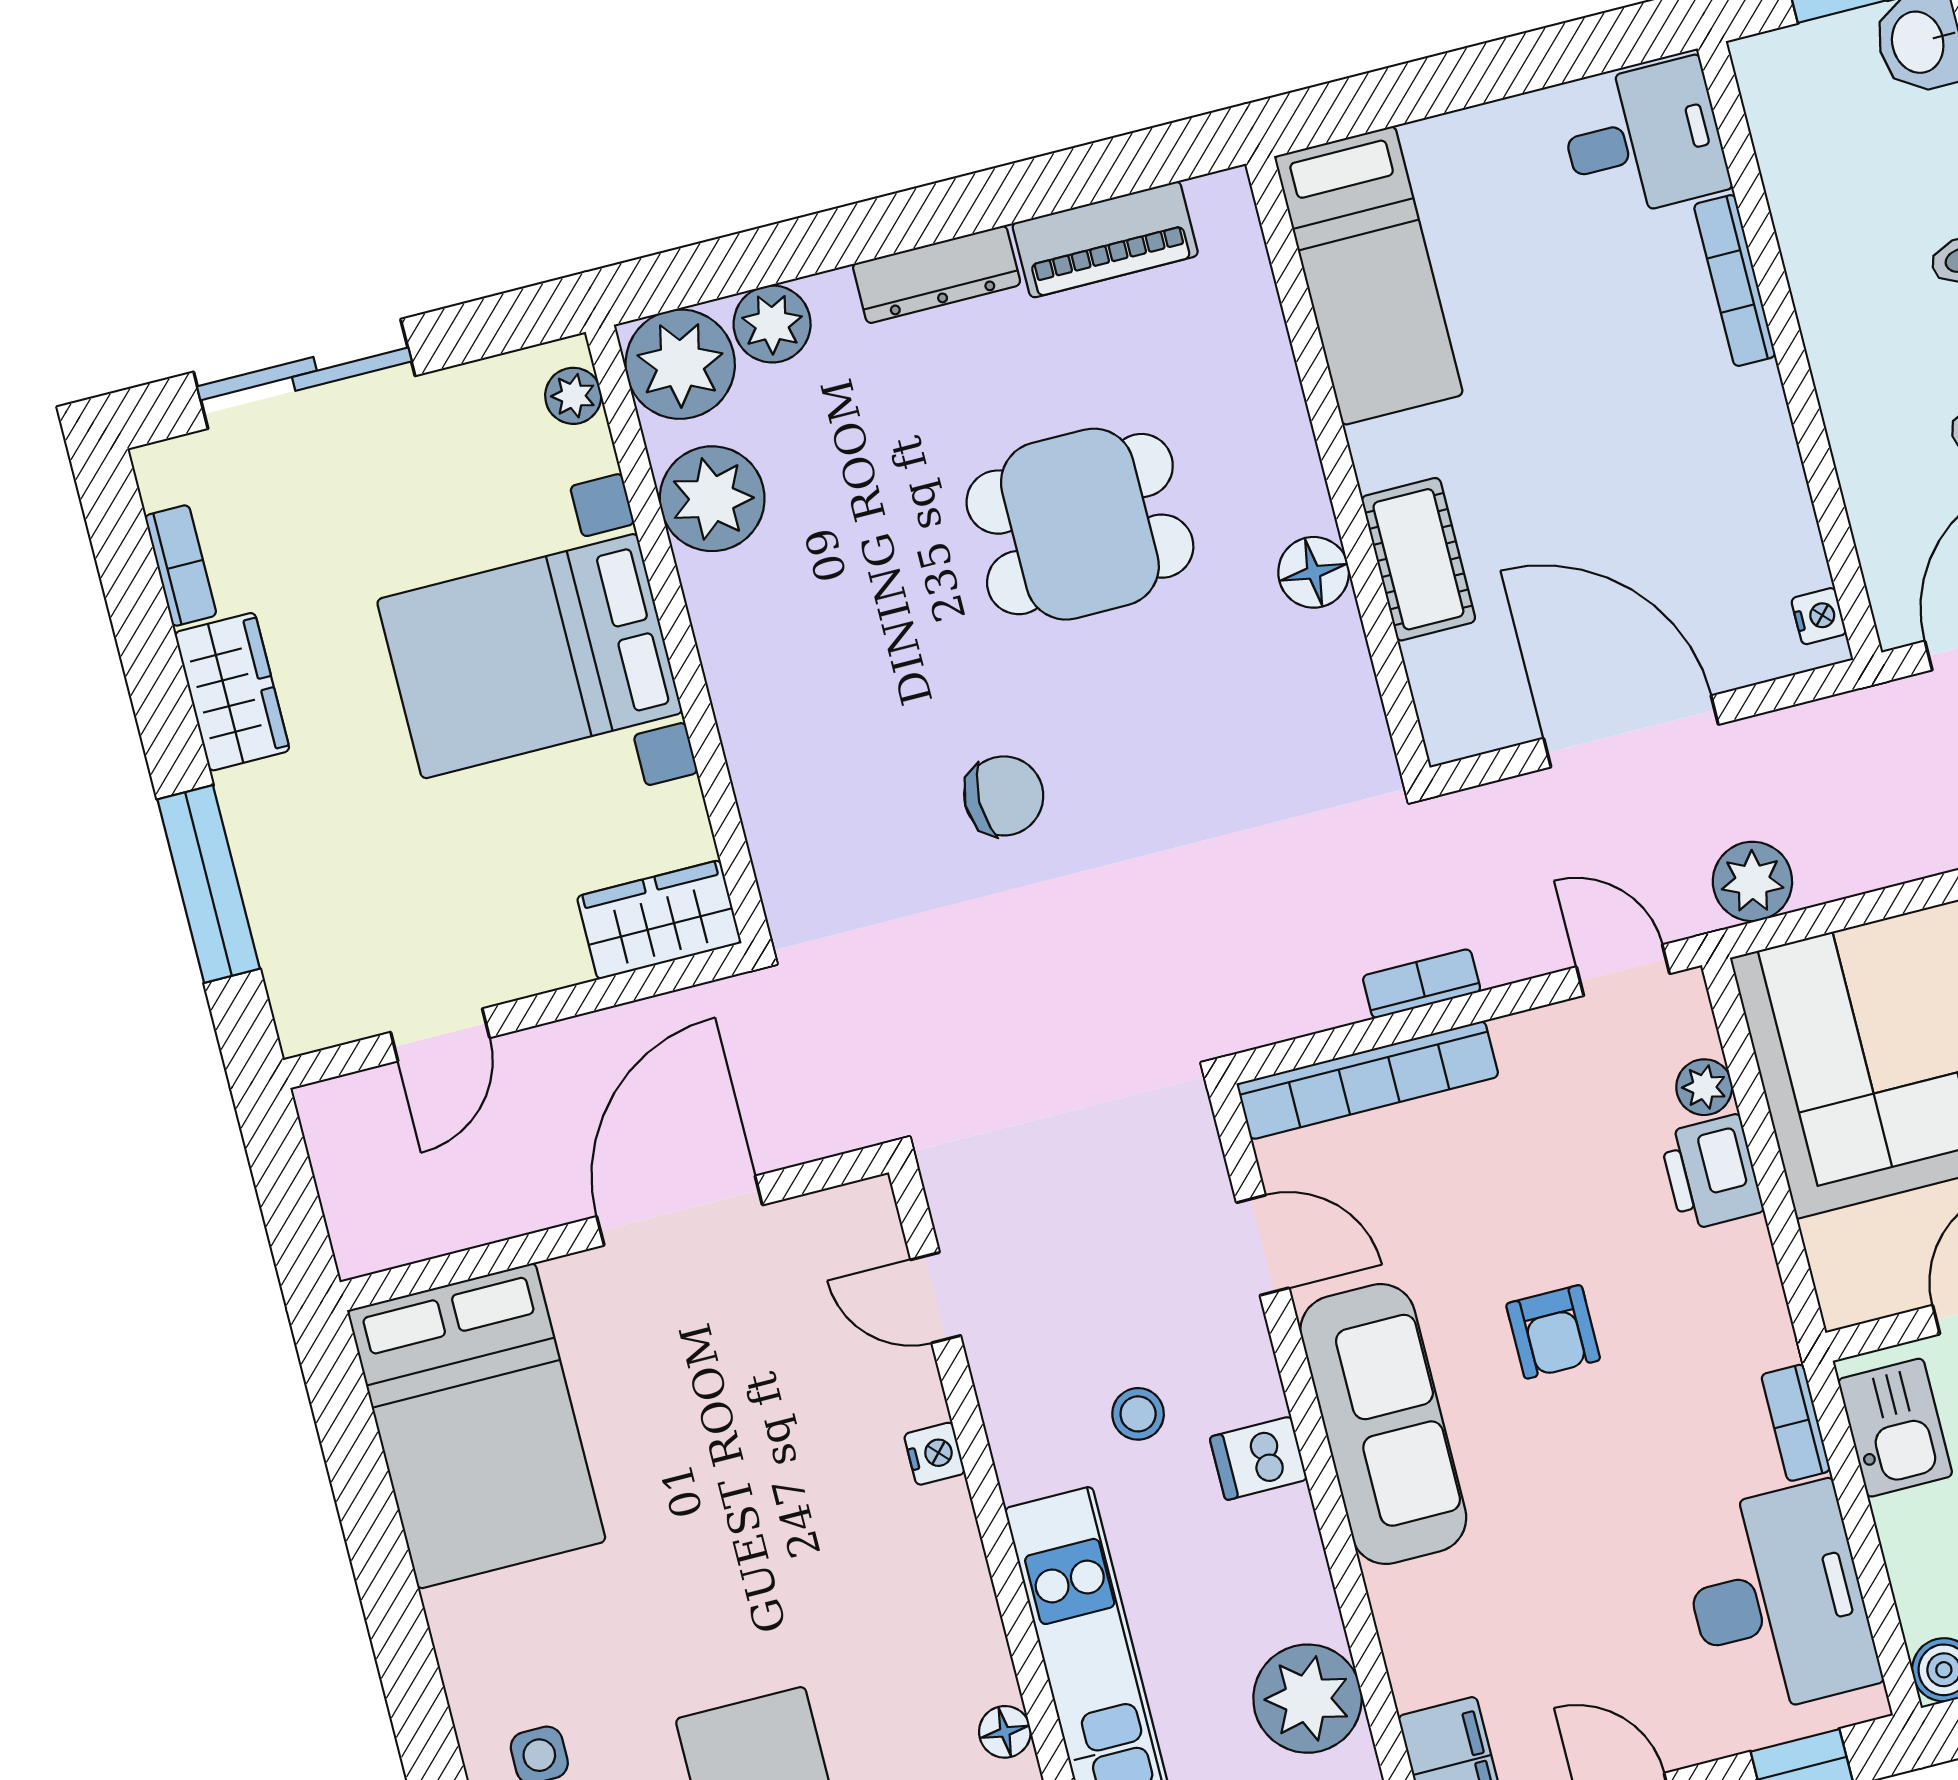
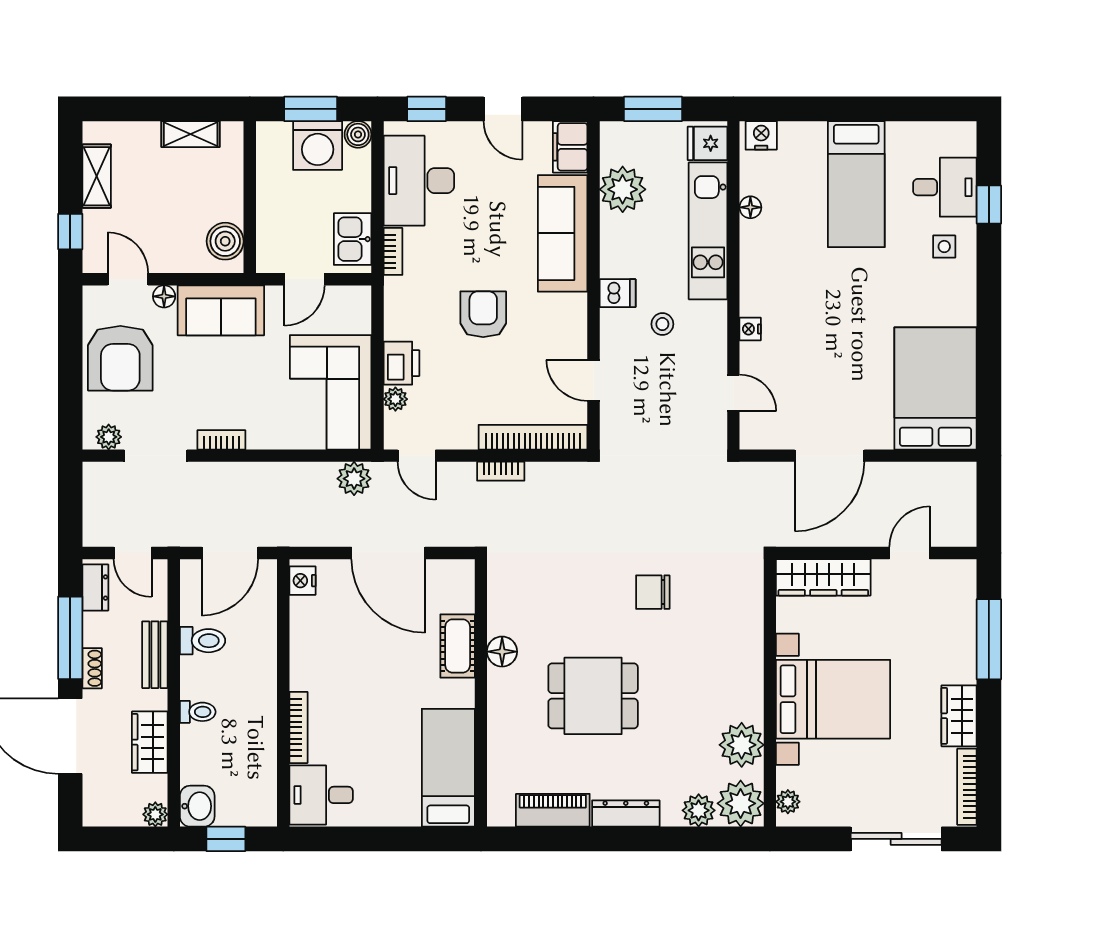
bookcase: (181, 565) -> (967, 787), width x1.56
nightstand: (1819, 616) -> (302, 581), width x1.39, depth x1.35
wardrobe: (659, 920) -> (823, 577), width x1.50
armchair: (1553, 1332) -> (483, 314), width x1.38, depth x1.38
sofa: (1383, 1424) -> (563, 233), moved

